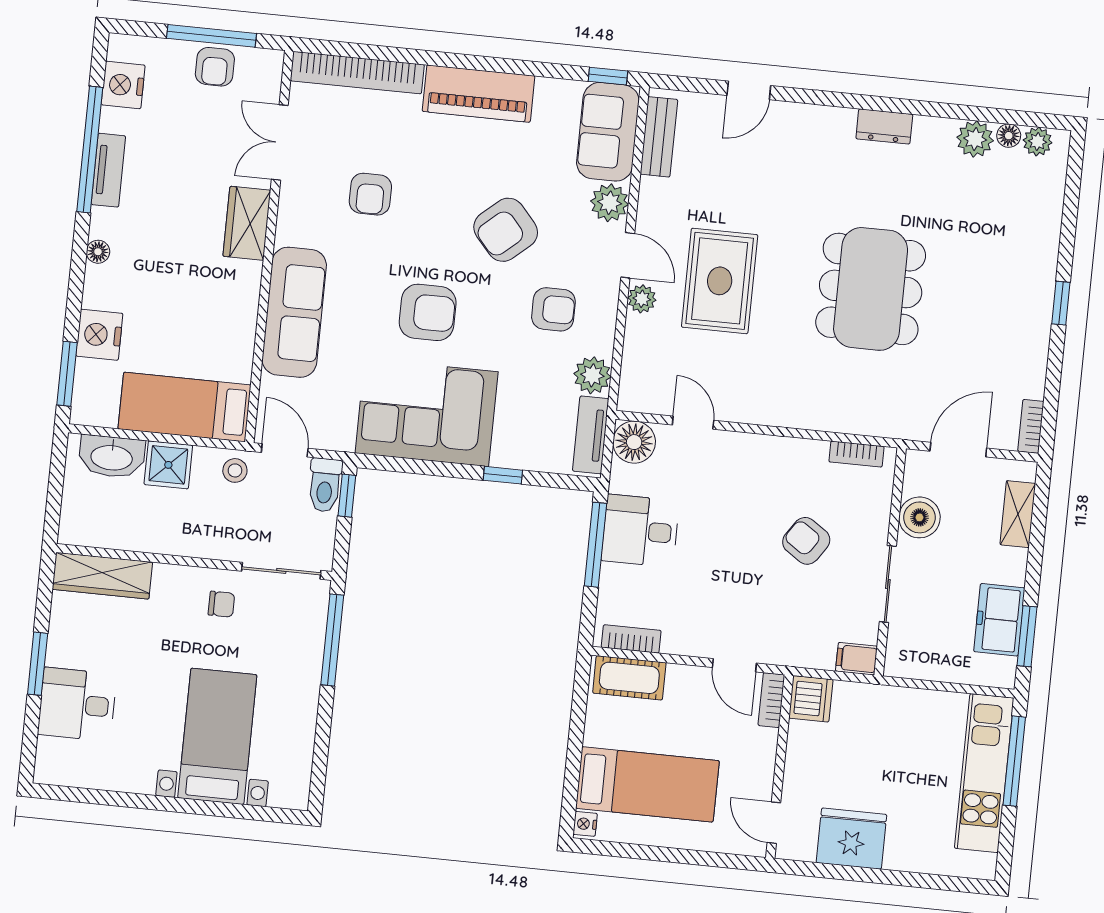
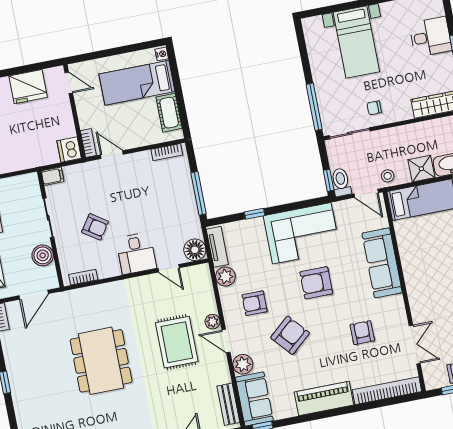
wardrobe: (247, 223) -> (419, 300), removed
desk: (640, 531) -> (136, 253), moved, turned 90
cot: (629, 678) -> (169, 113), moved, turned 90

